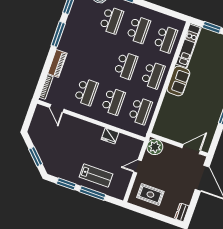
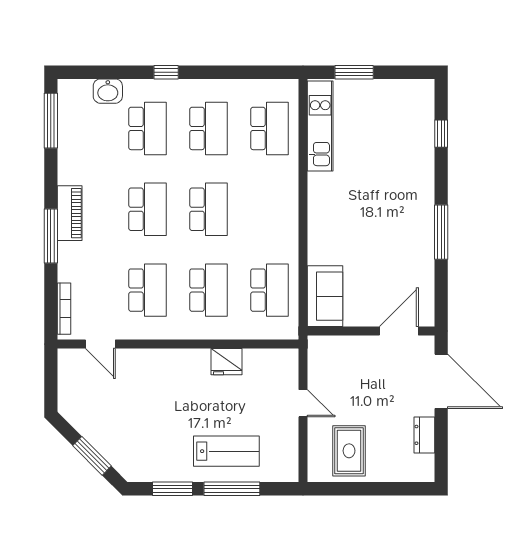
window: (58, 34) -> (51, 236), moved
piano: (57, 63) -> (70, 213), moved
school desk: (153, 75) -> (148, 209), moved
sofa: (178, 81) -> (325, 296), moved
plant: (155, 147) -> (324, 352), removed
door: (137, 166) -> (303, 403), swing flipped
rug: (150, 195) -> (349, 451), turned 90
dresser: (182, 212) -> (424, 435), moved

